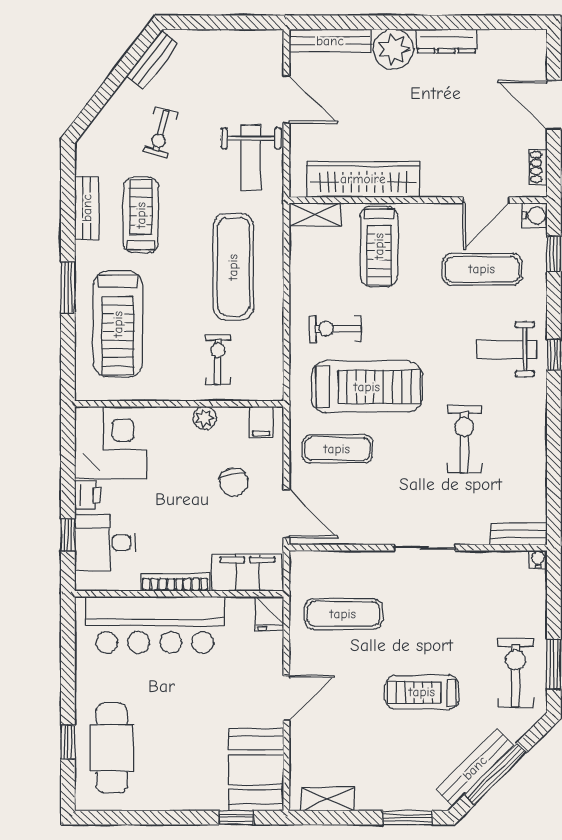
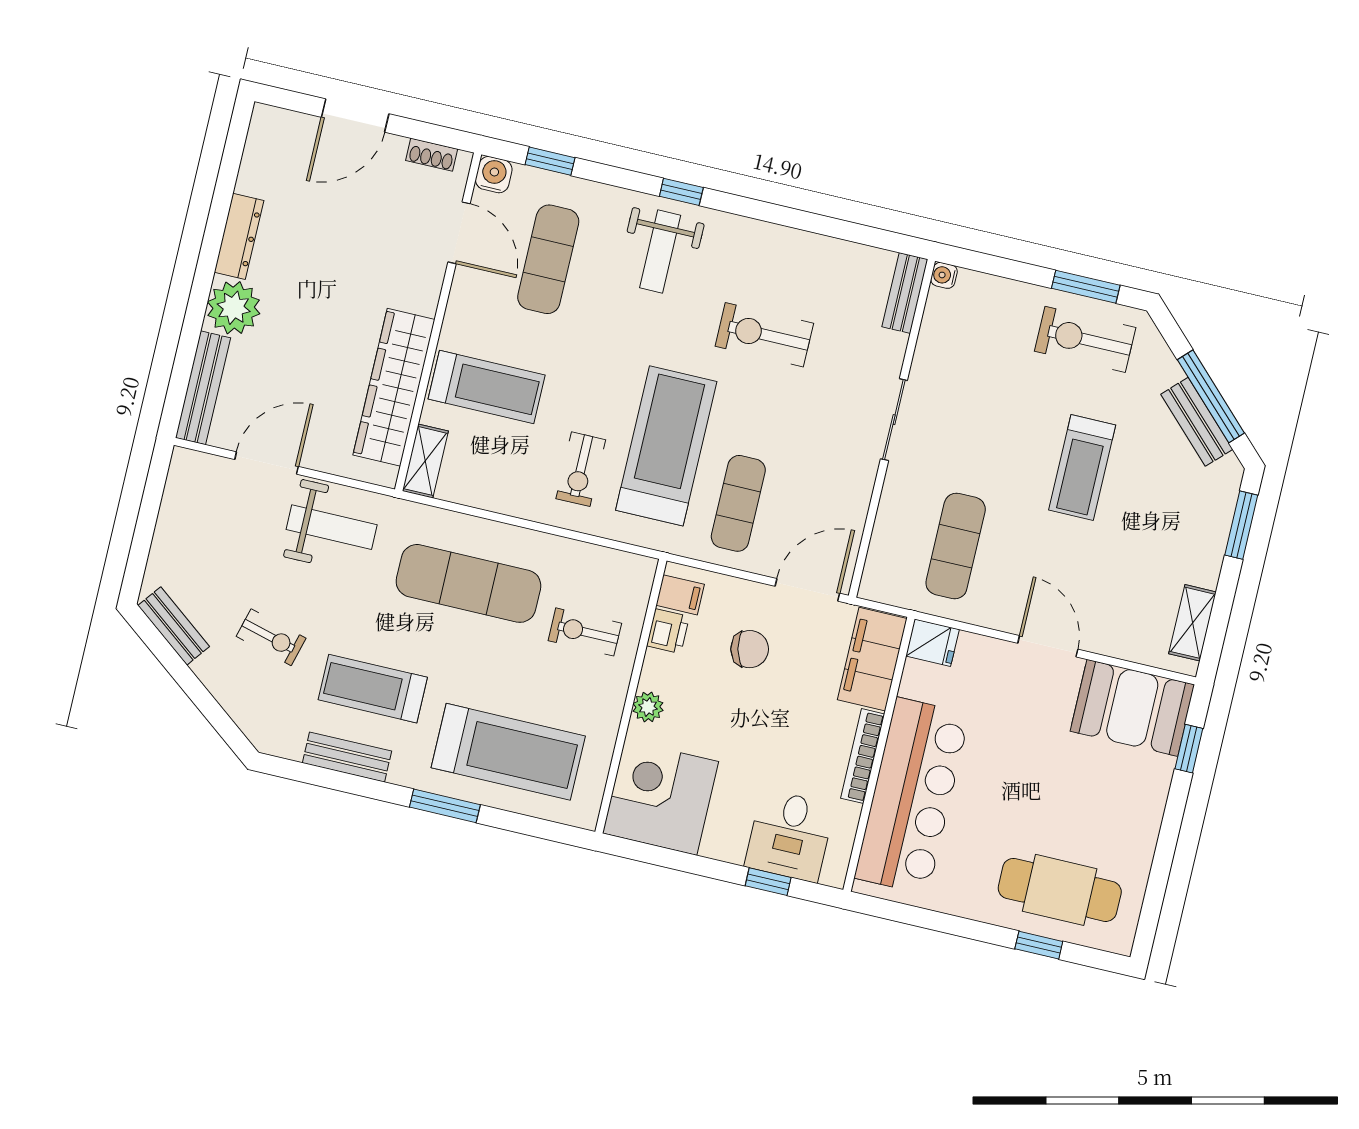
plant: (205, 418) -> (648, 707), moved
printer: (88, 495) -> (668, 631), moved, turned 90
bench: (475, 768) -> (1197, 422), width x0.73

